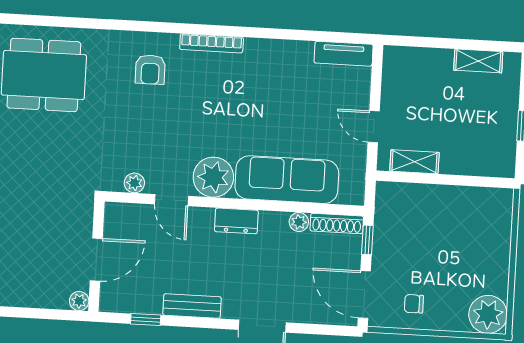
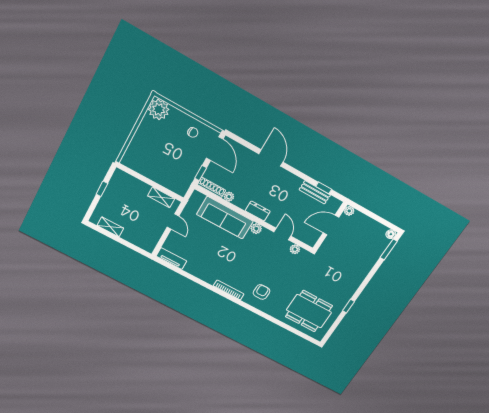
plant: (213, 177) -> (256, 229), width x0.53, depth x0.53
bench: (192, 306) -> (315, 192), moved

